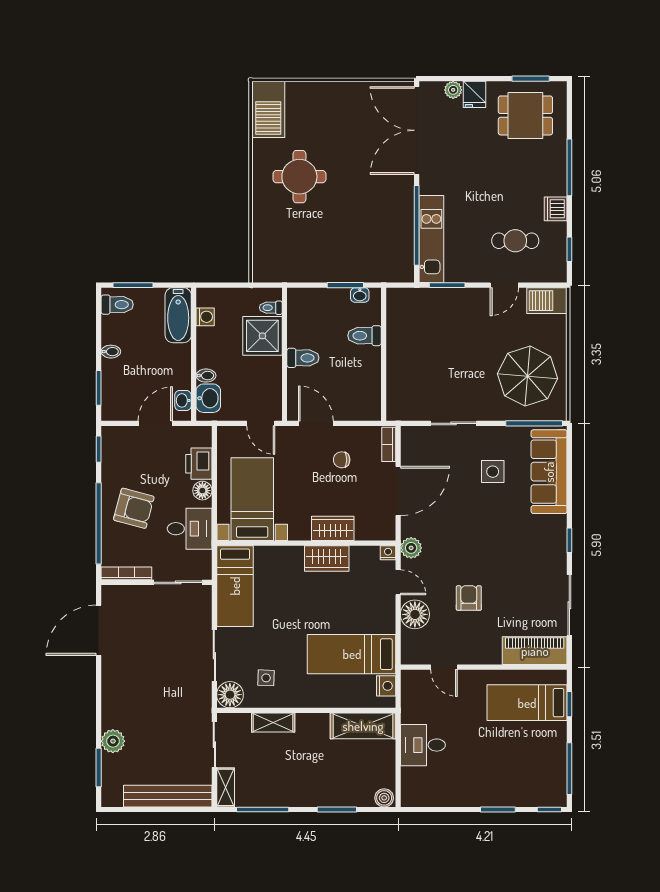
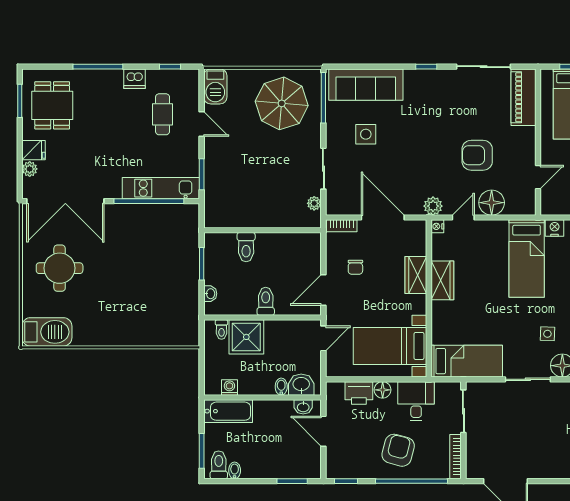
round table: (299, 177) -> (60, 268), moved
washbasin: (360, 295) -> (210, 294), moved
bidet: (111, 352) -> (235, 470), moved
plant: (414, 413) -> (314, 203), added
armchair: (469, 598) -> (477, 155), width x1.38, depth x1.38

